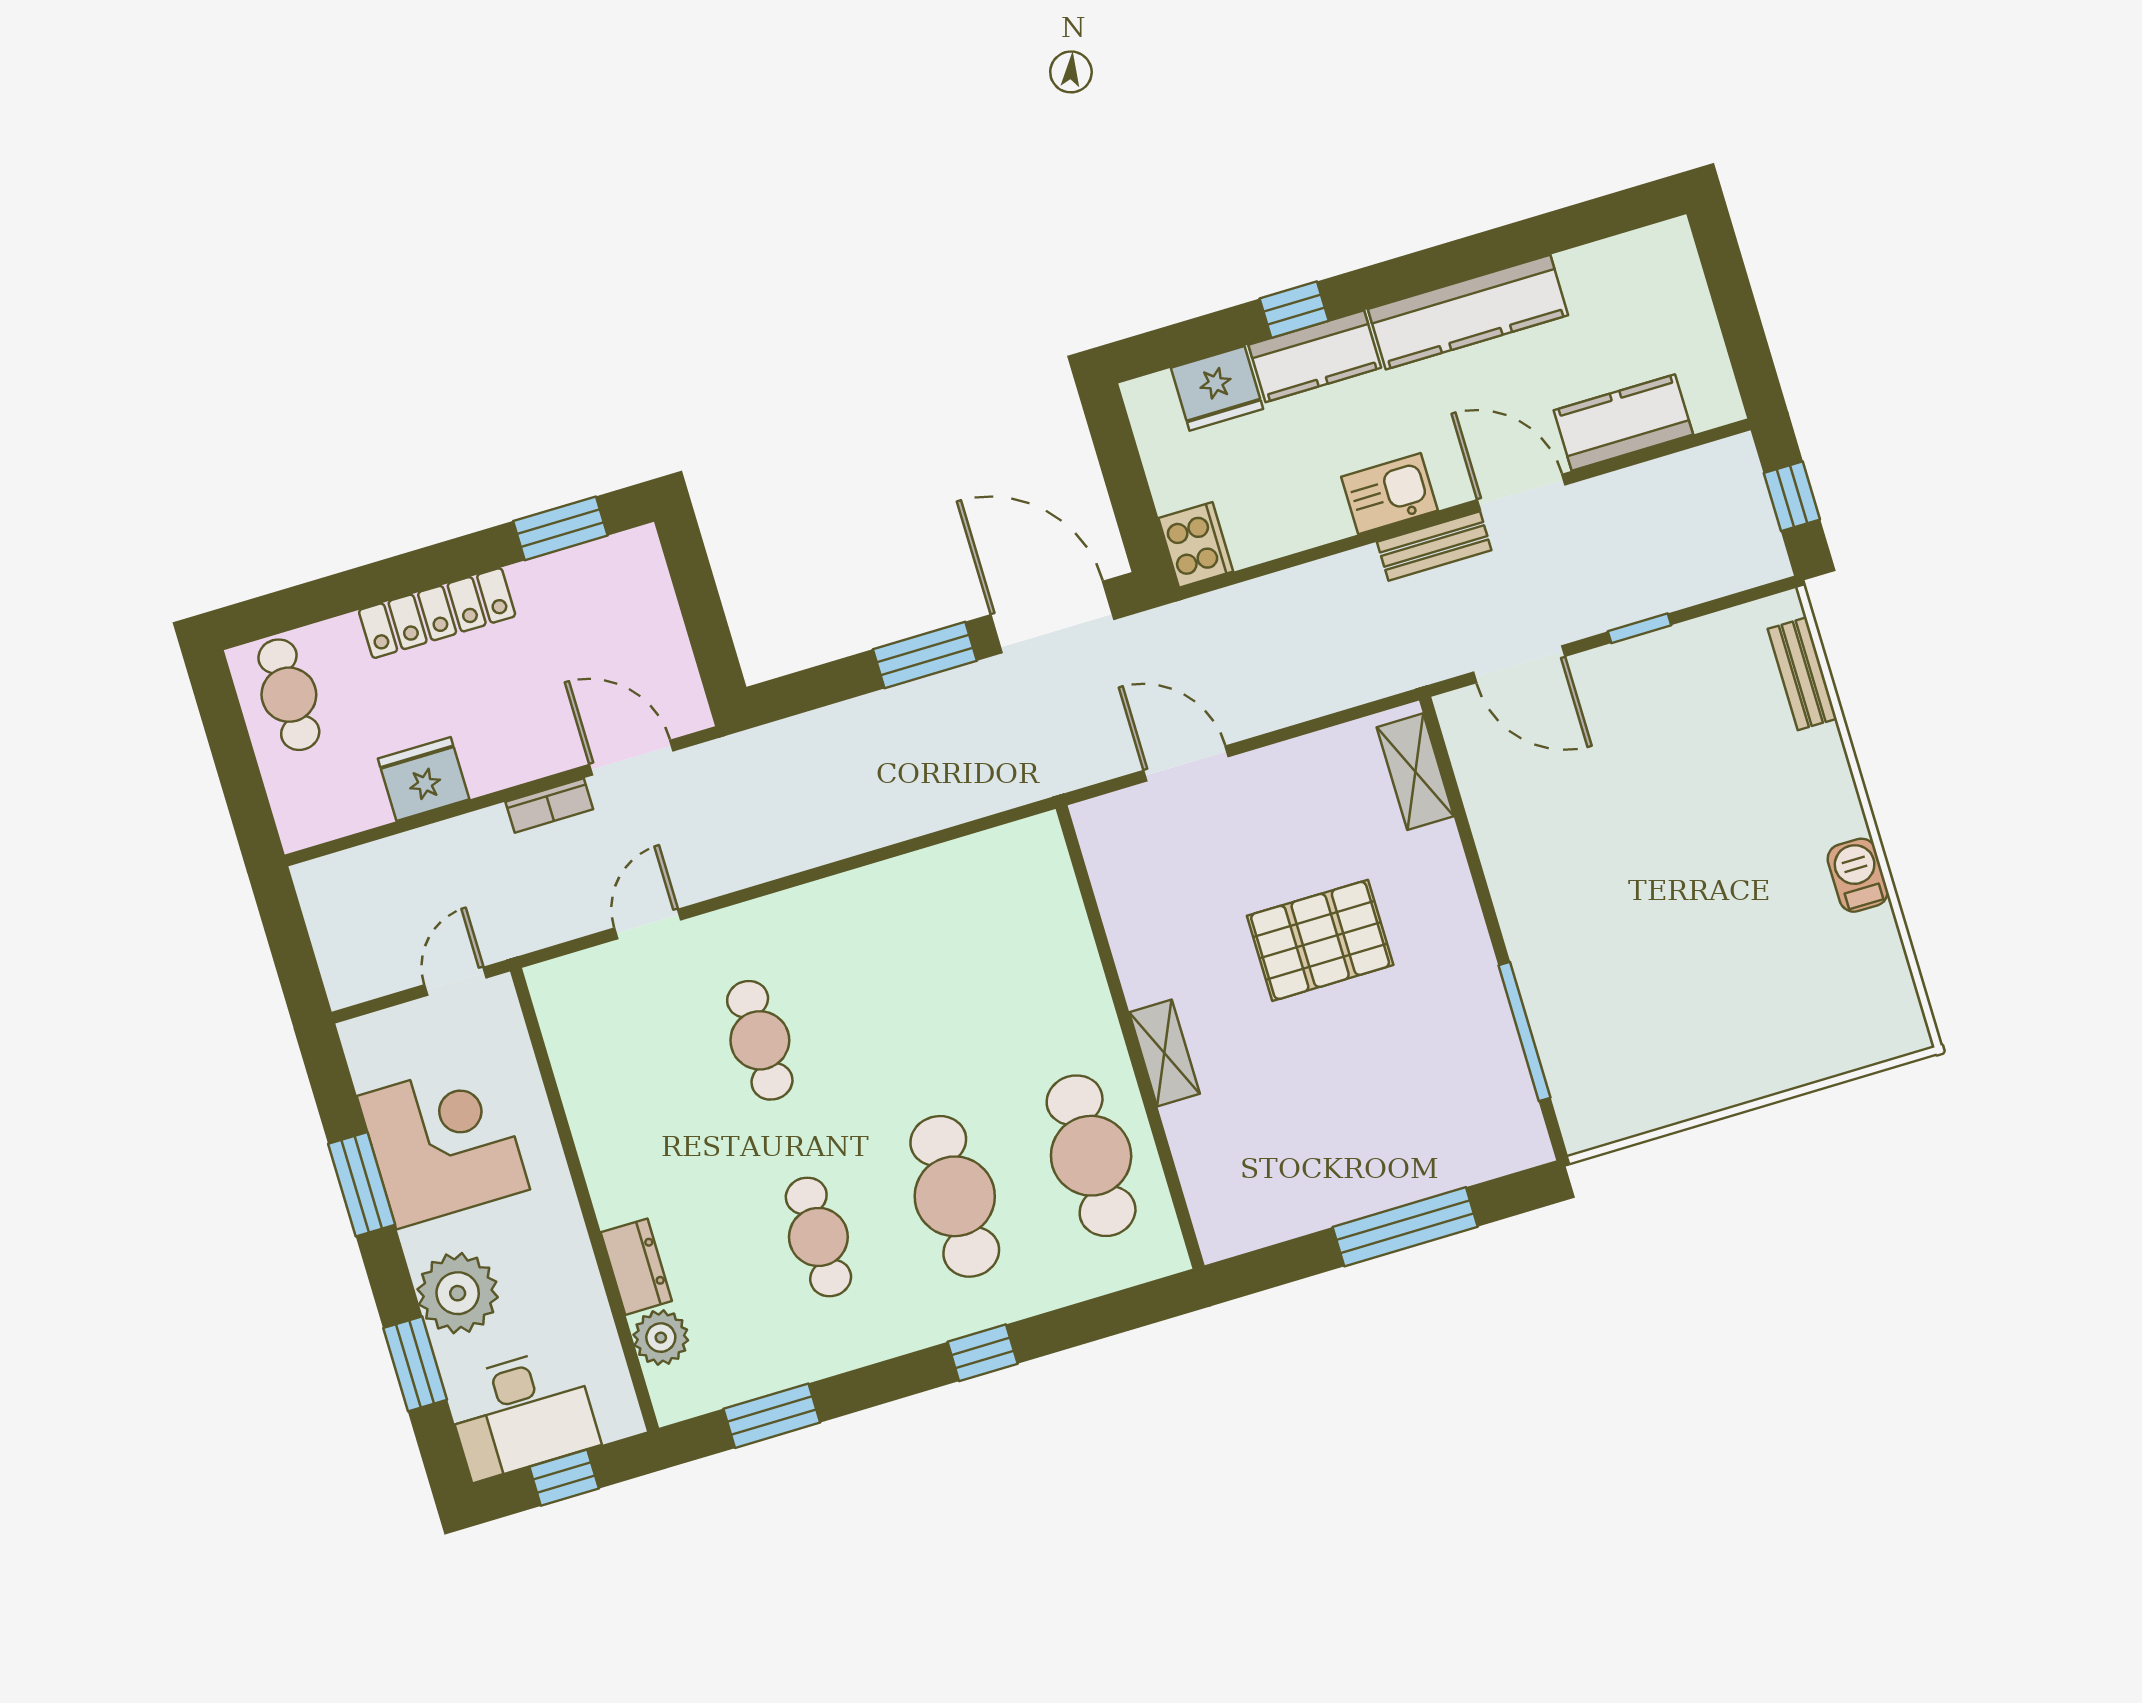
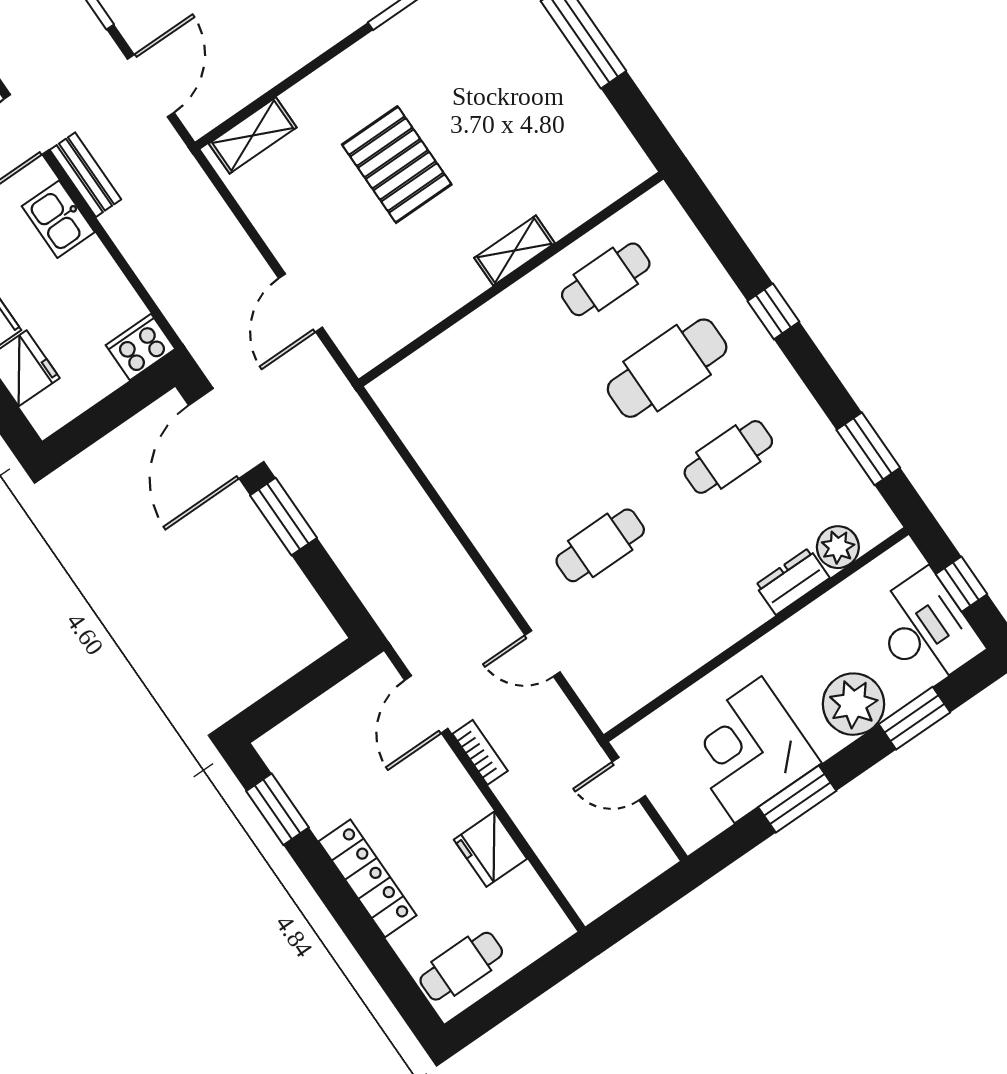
cafe table: (1091, 1156) -> (606, 279), width x0.73, depth x0.74

